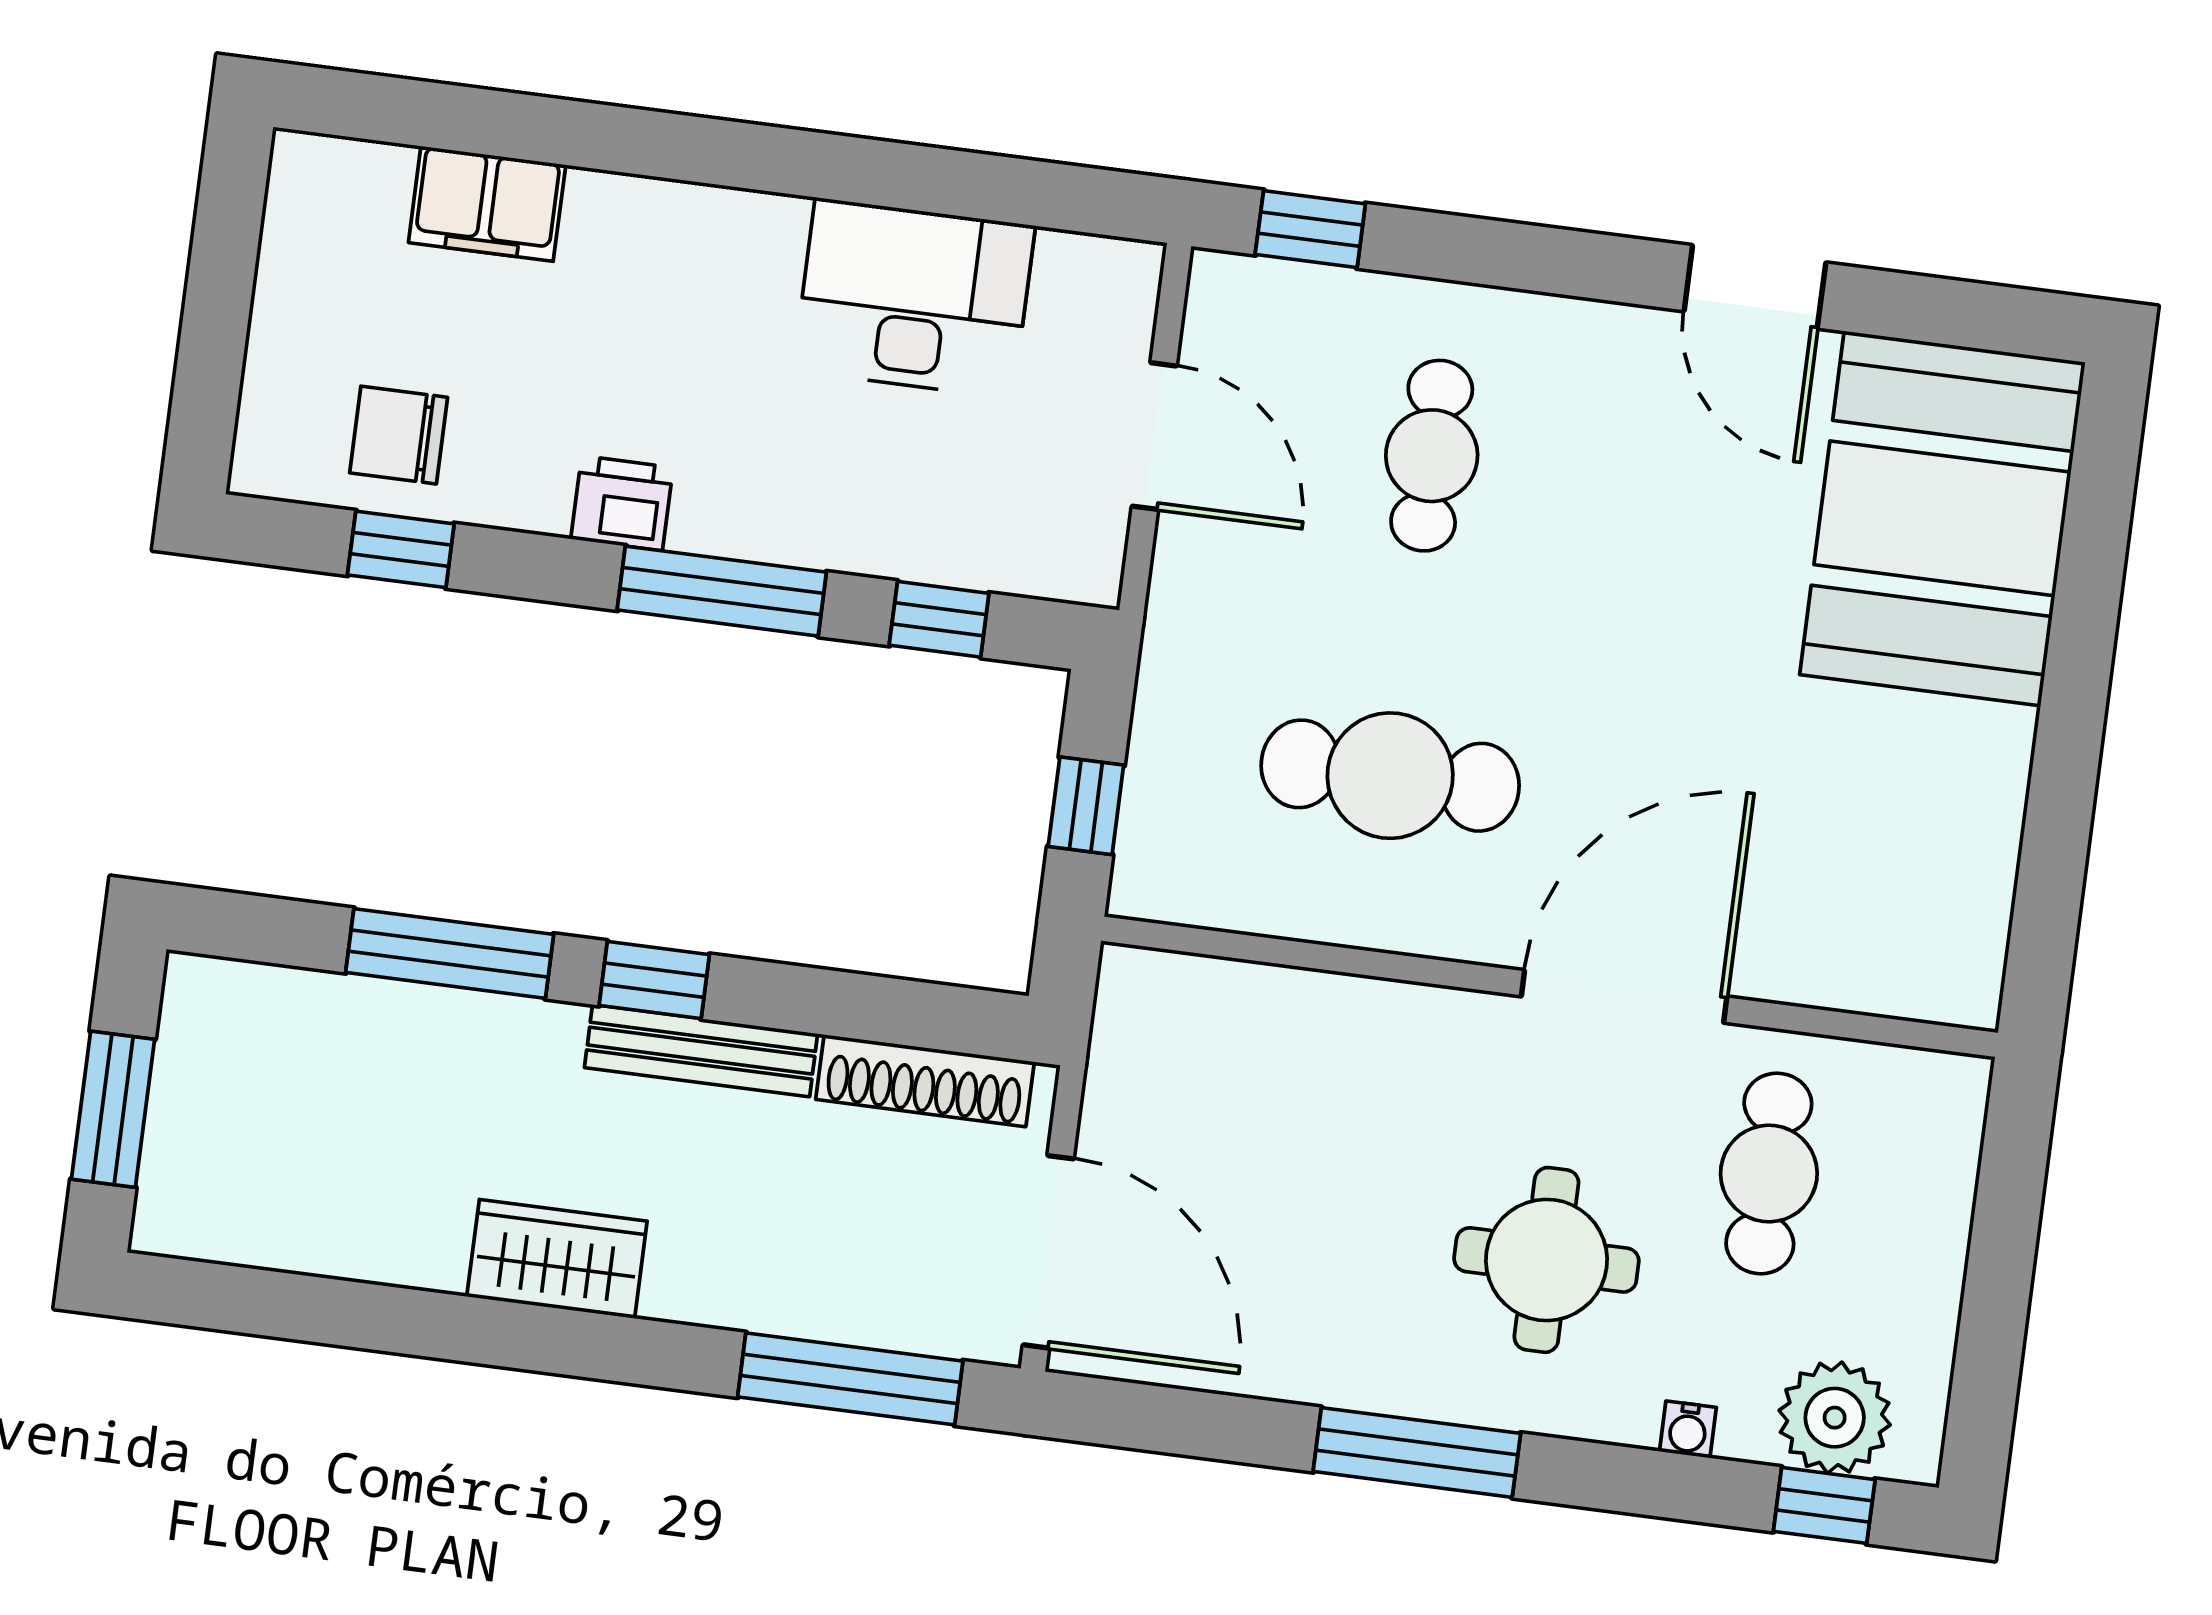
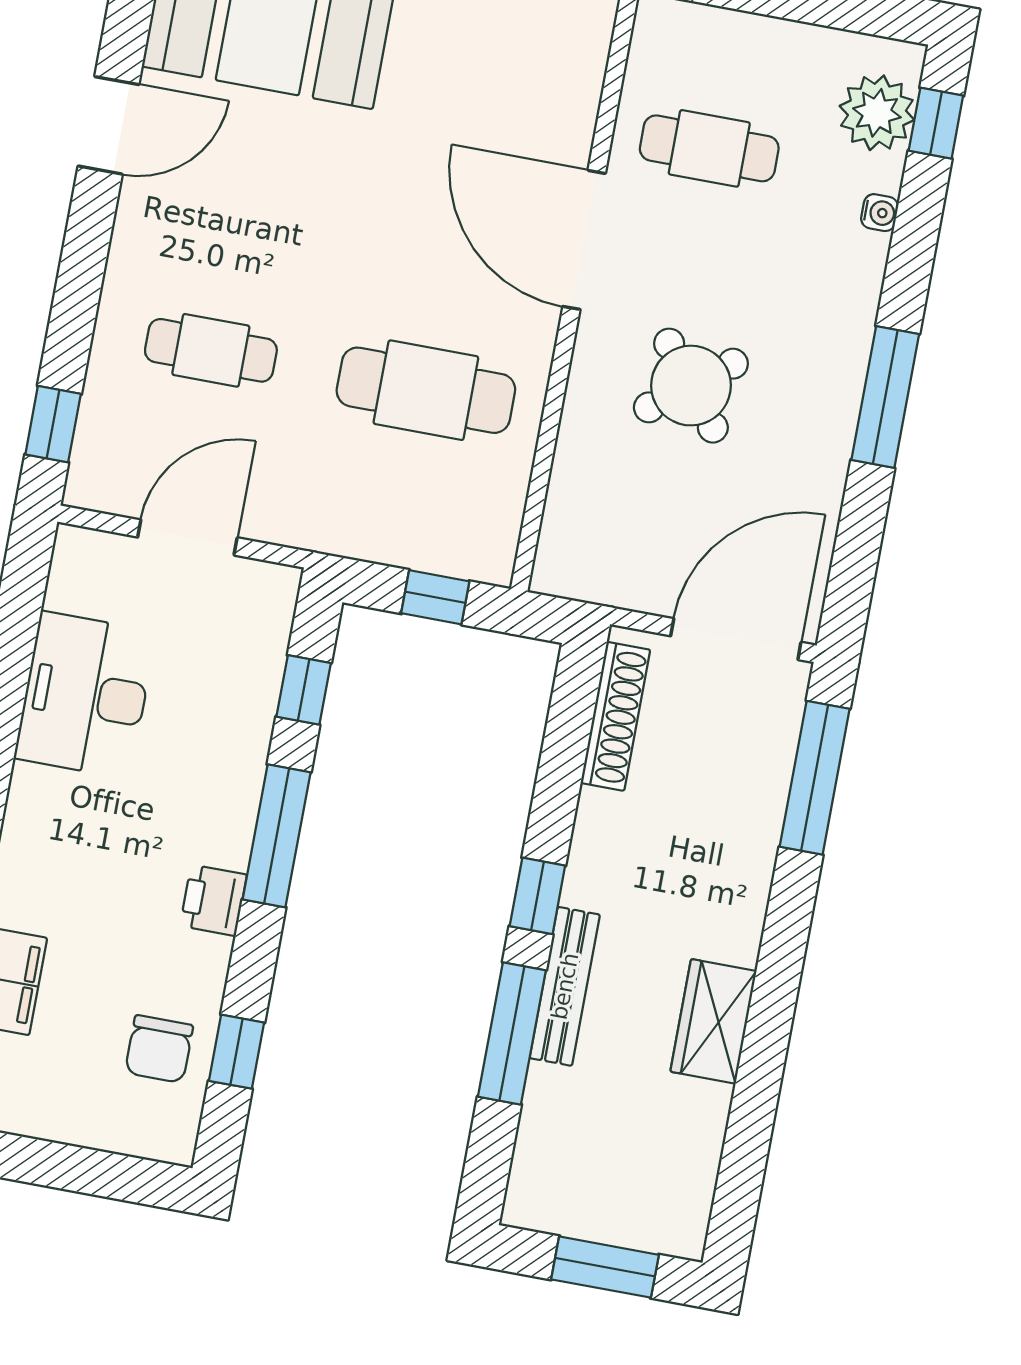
cafe table: (1390, 776) -> (426, 390), turned 90
bench: (701, 1051) -> (565, 986), moved
wardrobe: (557, 1259) -> (713, 1021), moved
round table: (1546, 1260) -> (691, 386), moved, turned -38

